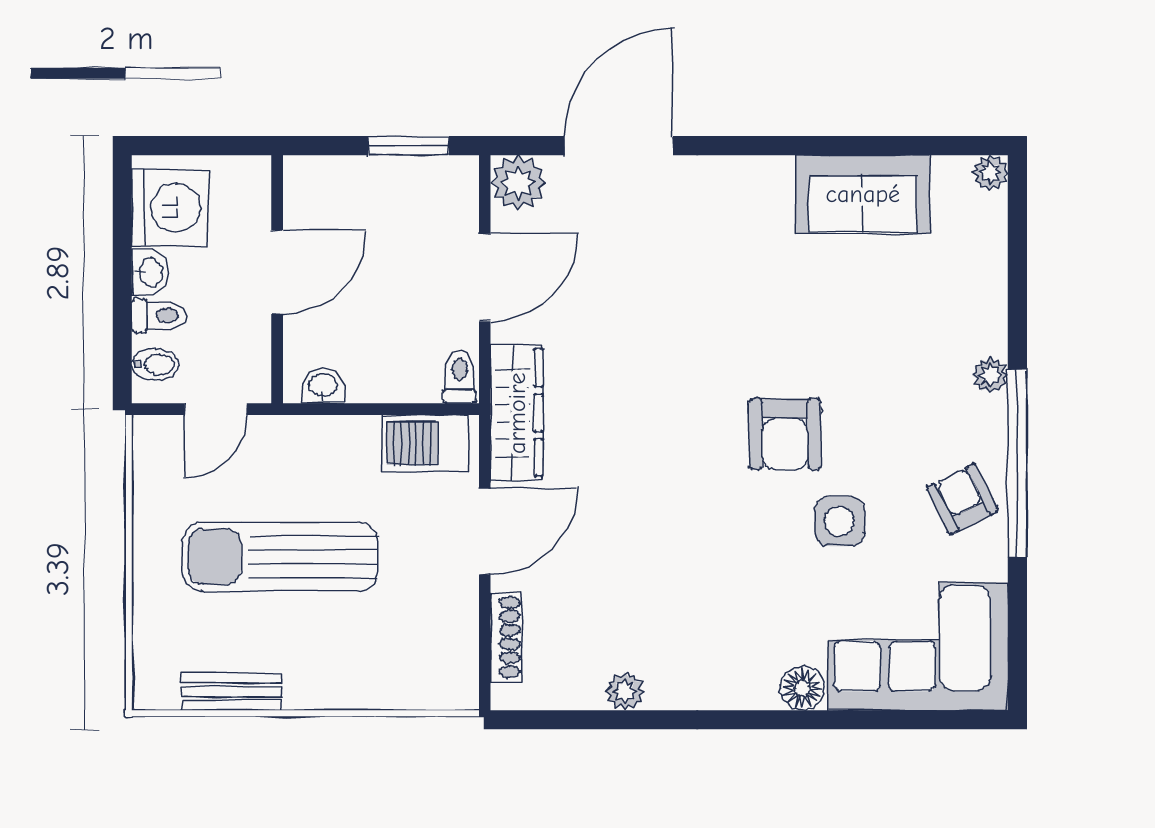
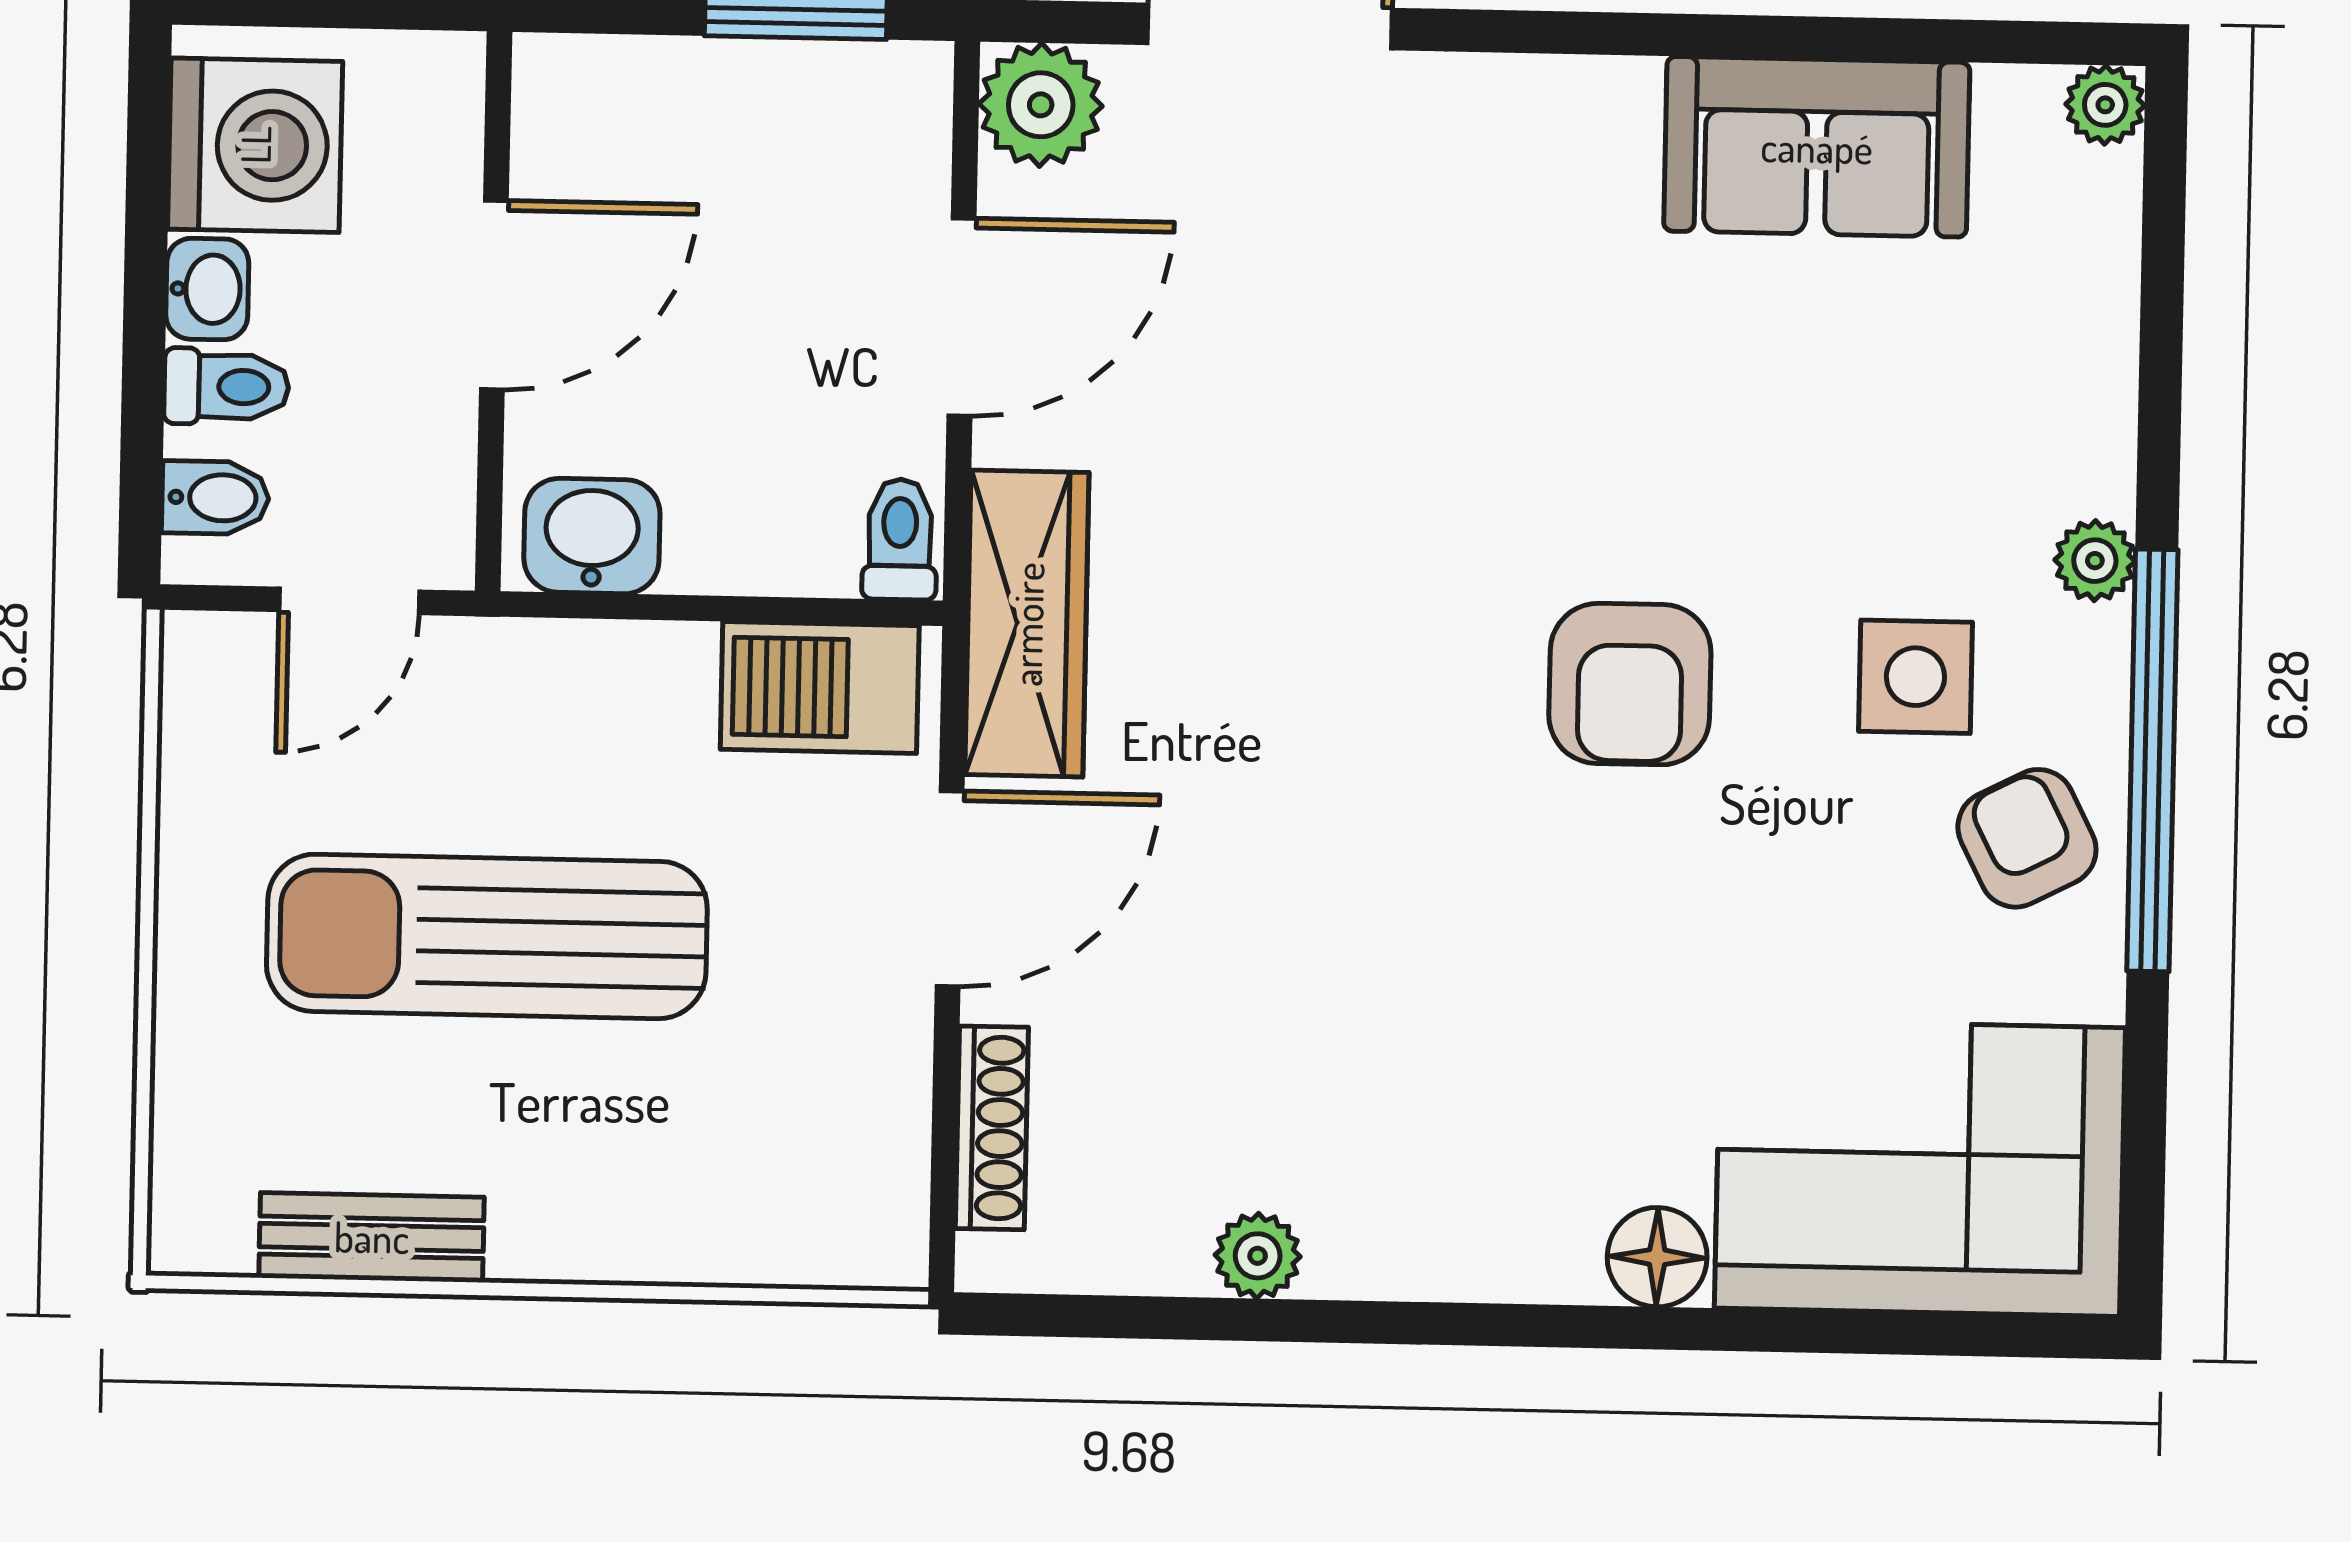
washbasin: (323, 386) -> (592, 536), width x1.38, depth x1.45
side table: (839, 521) -> (1915, 677), moved

